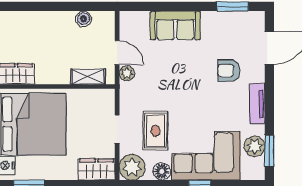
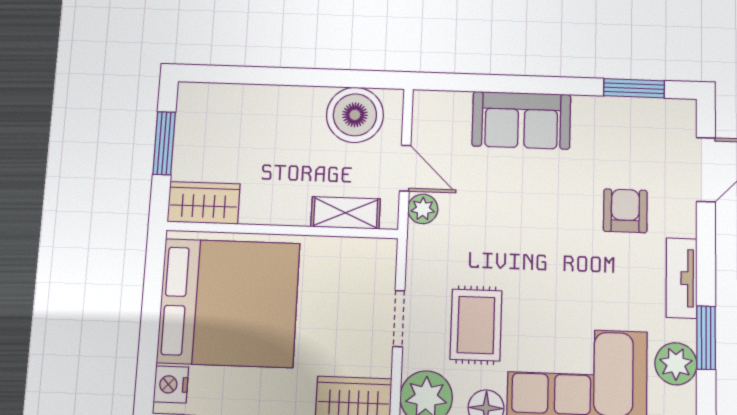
boiler: (84, 19) -> (355, 115), width x1.86, depth x1.86
armchair: (229, 71) -> (625, 211), turned 90
window: (269, 151) -> (706, 338), moved

